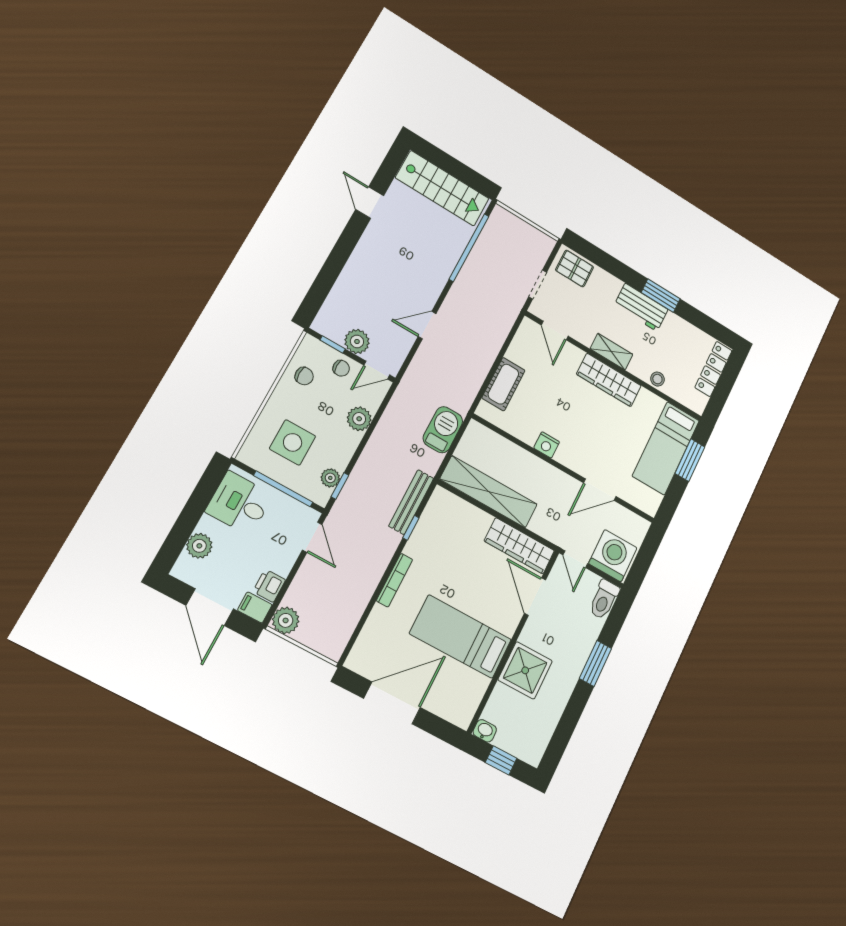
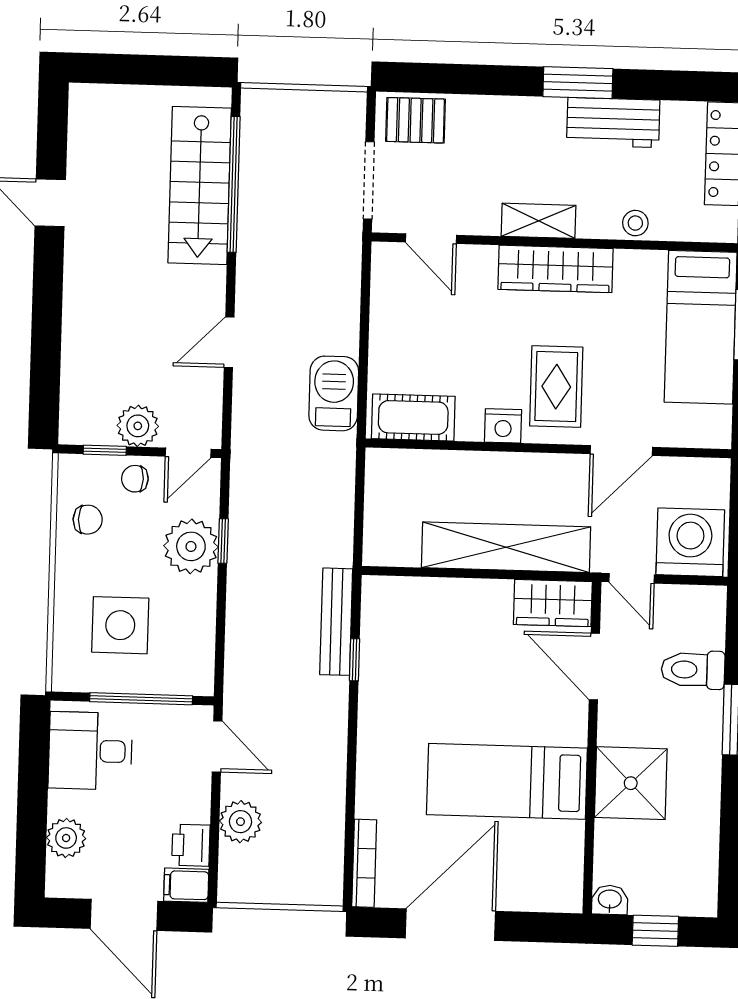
stairs: (442, 188) -> (200, 185), moved, turned 90
doorway: (538, 284) -> (369, 180), width x1.38
workbench: (641, 307) -> (613, 122), moved
chair: (341, 368) -> (135, 479), turned 180
cot: (503, 384) -> (413, 417), moved, turned 90
plant: (359, 419) -> (191, 546), width x1.36, depth x1.36
barbecue: (443, 430) -> (334, 393), moved
rug: (582, 439) -> (556, 387), added
plant: (330, 478) -> (200, 648), removed
window: (340, 486) -> (223, 541), moved
shelving: (489, 492) -> (506, 547), moved
wardrobe: (519, 546) -> (553, 603), width x0.67
bookcase: (395, 580) -> (364, 863), moved
toilet: (604, 600) -> (693, 670), moved, turned 90
plant: (286, 620) -> (240, 822), moved

